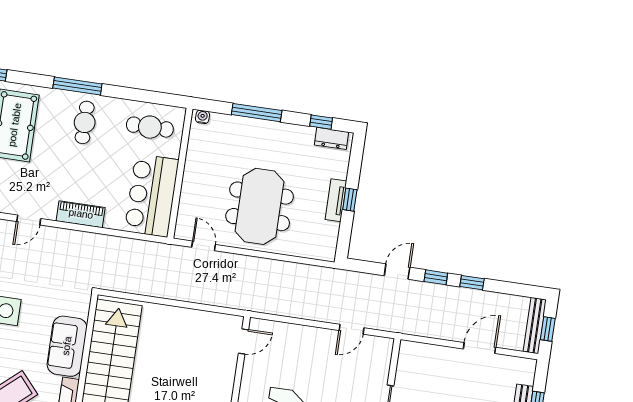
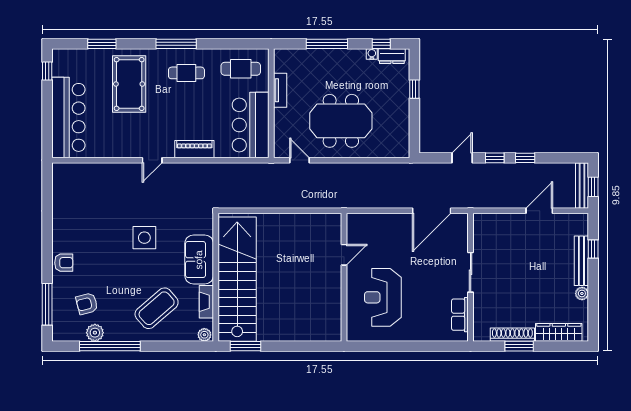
water cooler: (202, 117) -> (372, 54), moved
cafe table: (85, 122) -> (186, 73), turned 90
tv unit: (336, 200) -> (280, 90), moved, turned 180
window: (350, 200) -> (414, 89), moved
meeting table: (260, 206) -> (341, 121), turned 90
door: (352, 329) -> (432, 211), width x1.87
door: (243, 341) -> (344, 255), moved

